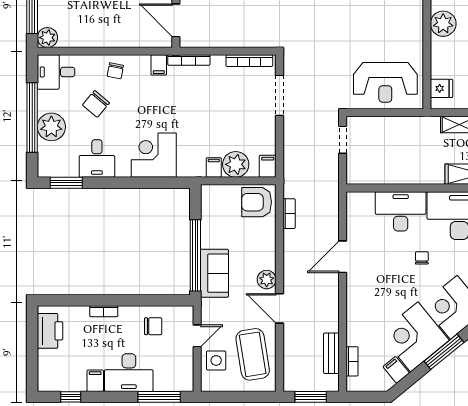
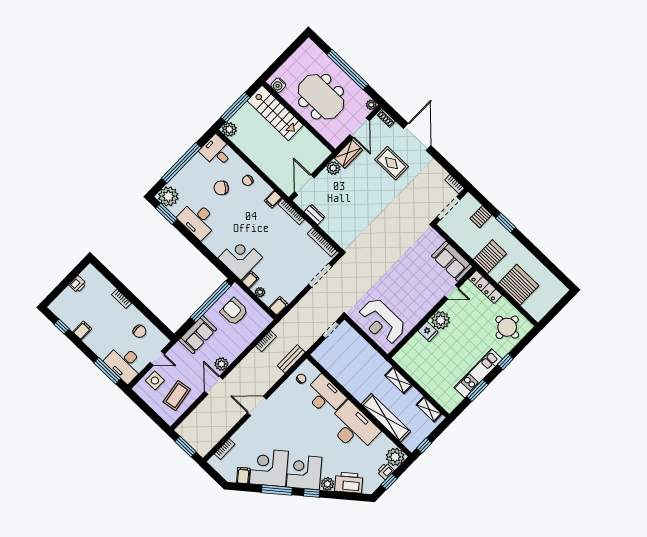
dresser: (215, 40) -> (314, 214), added
fridge: (441, 88) -> (428, 331), moved
plant: (51, 127) -> (168, 196), moved
corner desk: (154, 155) -> (240, 258), moved
desk: (97, 159) -> (198, 220), width x1.37
plant: (236, 164) -> (260, 292), width x0.53, depth x0.53
armchair: (257, 202) -> (234, 312), moved
window: (195, 255) -> (211, 301), moved
door: (343, 257) -> (257, 406), moved
chair: (422, 258) -> (301, 379), moved
printer: (50, 331) -> (78, 284), width x0.53, depth x0.68
bench: (331, 353) -> (291, 359), moved
coffee table: (253, 354) -> (177, 396), width x0.73, depth x0.76
desk: (129, 373) -> (125, 363), moved

